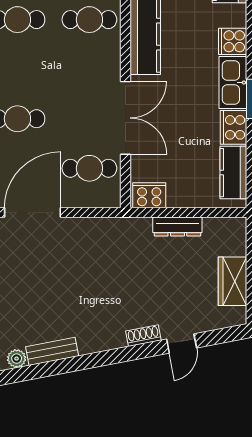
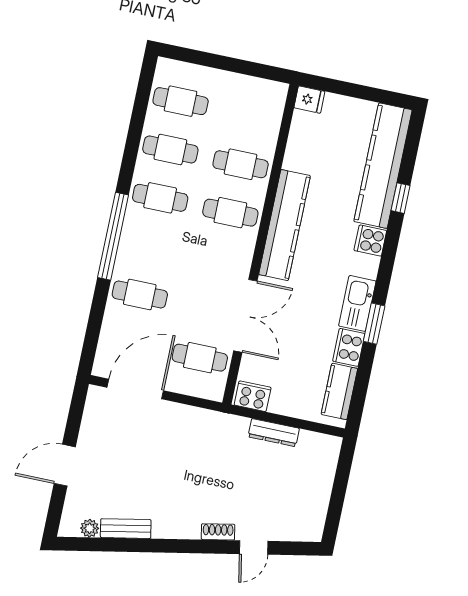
cooker: (233, 41) -> (370, 241), moved
wardrobe: (232, 281) -> (316, 497), removed

